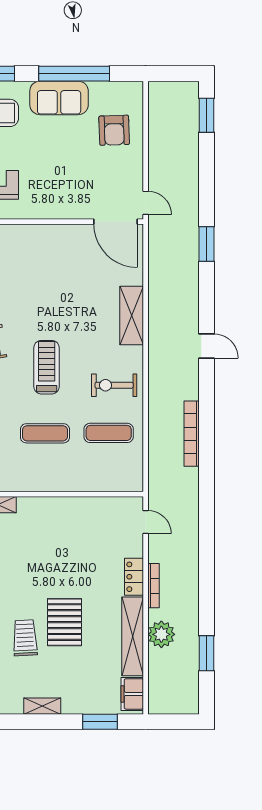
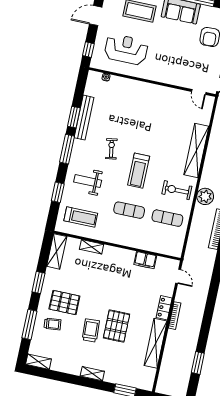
door: (115, 222) -> (199, 92), width x0.53
shelving: (132, 315) -> (196, 150), width x1.47
treadmill: (47, 367) -> (139, 171), turned 180
plant: (161, 634) -> (205, 196), moved
filing cabinet: (132, 694) -> (145, 260), moved, turned -90

